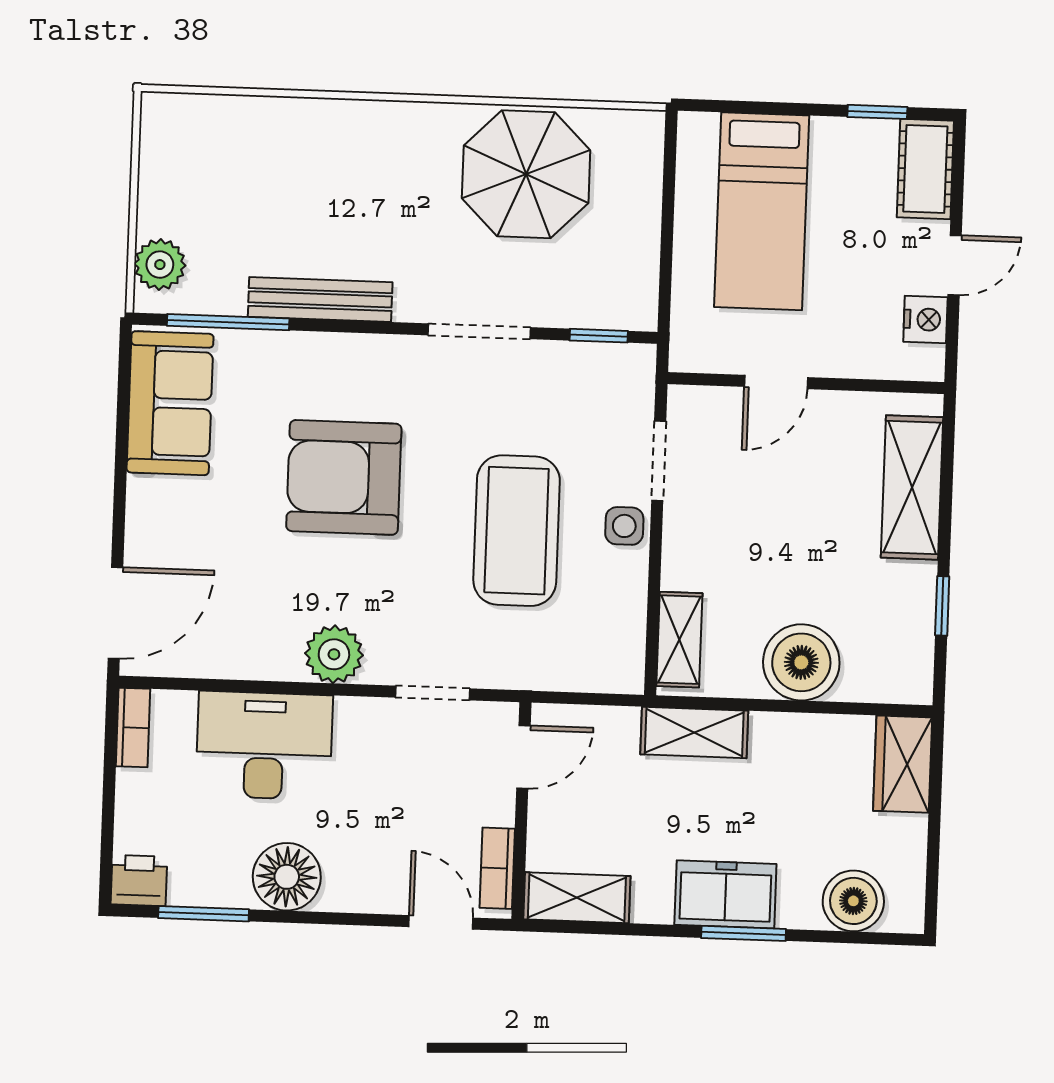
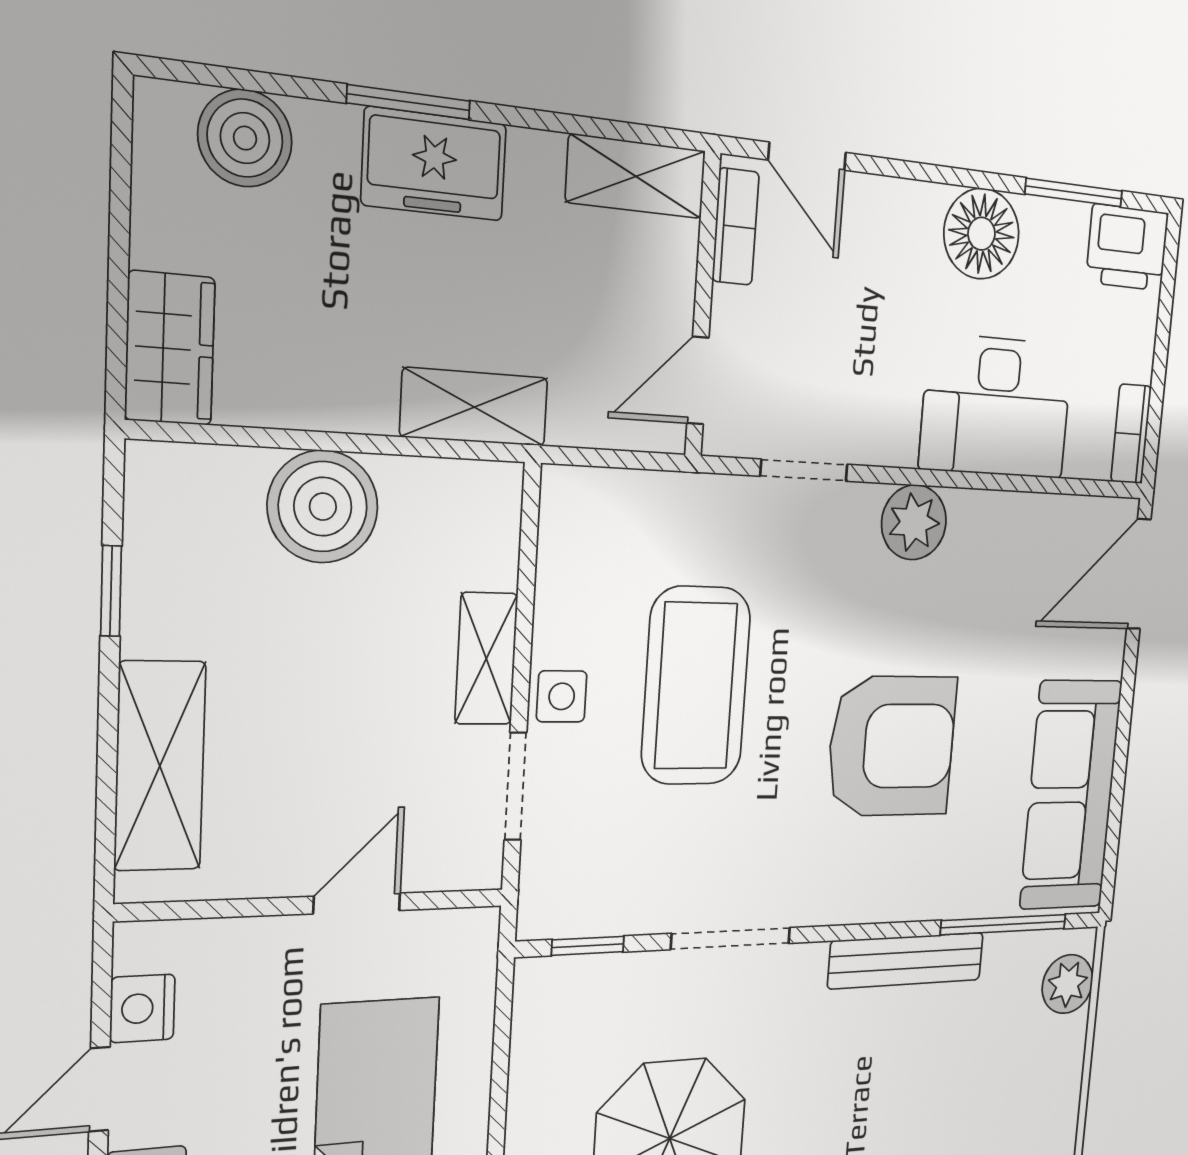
sofa: (170, 403) -> (1071, 795), width x1.36
shelving: (679, 640) -> (486, 659), moved
printer: (139, 880) -> (1127, 247), width x1.36, depth x1.24

